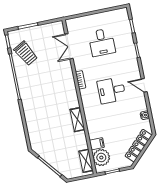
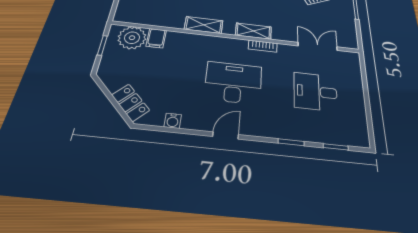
desk: (111, 90) -> (233, 83), width x1.37
locker: (139, 146) -> (130, 103), width x0.66
shelving: (86, 161) -> (253, 31), moved

